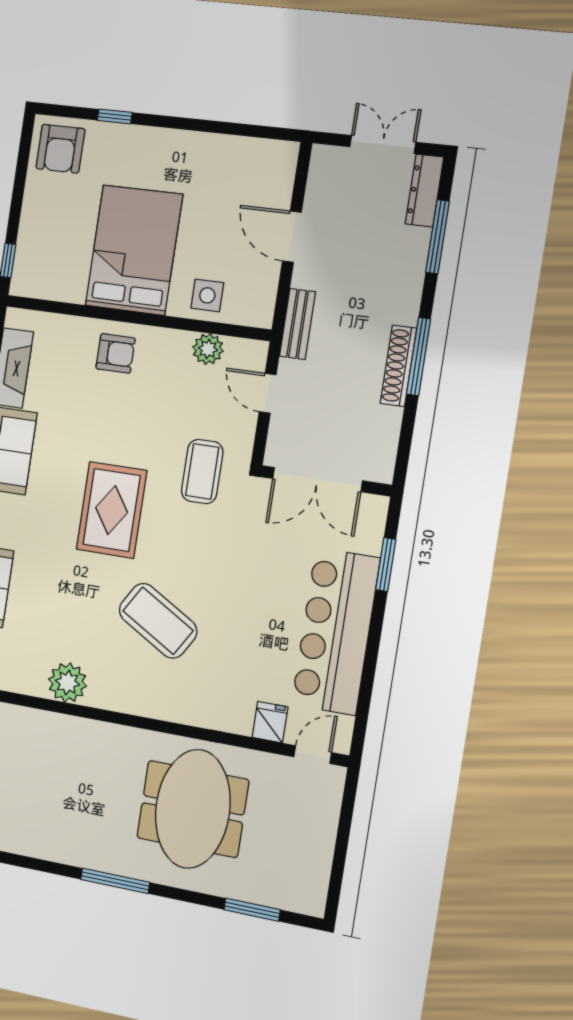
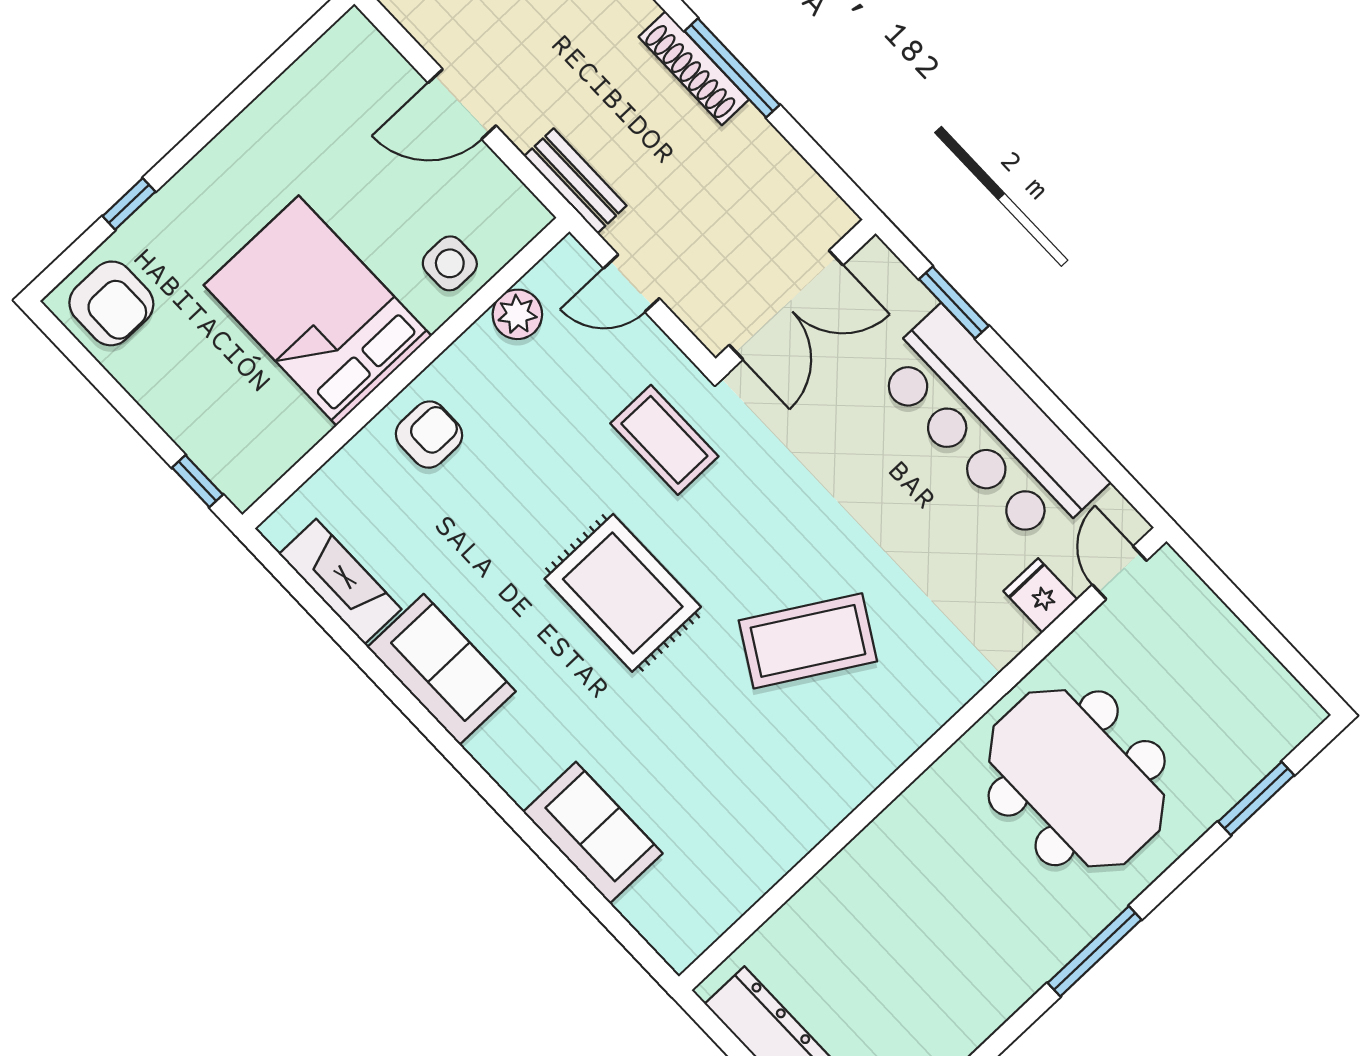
shoe rack: (398, 366) -> (694, 68), moved
plant: (67, 683) -> (798, 820), removed

